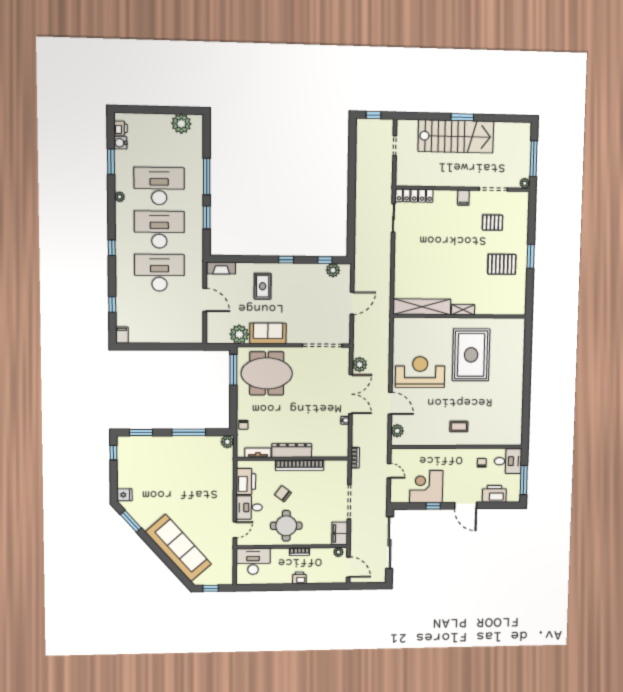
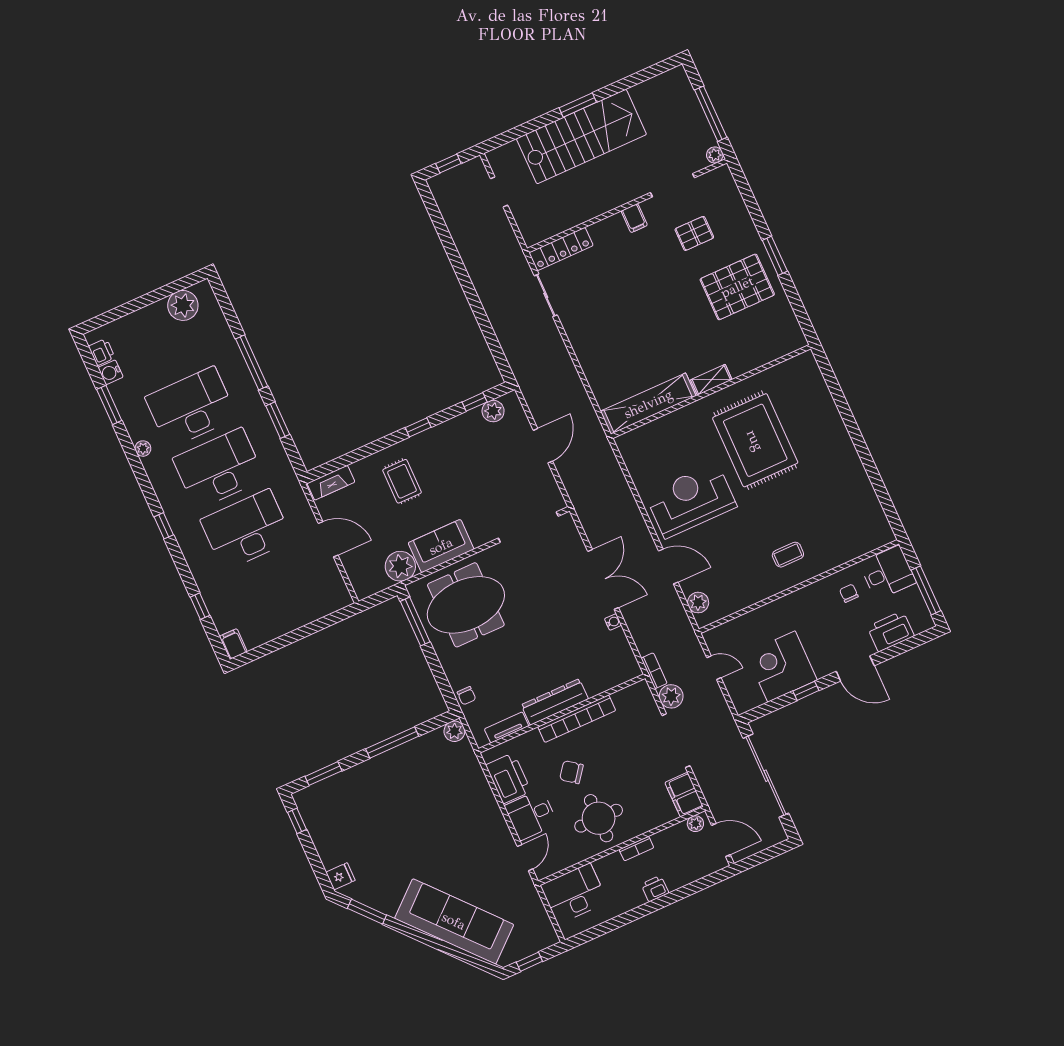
pallet: (502, 264) -> (737, 287), width x1.37, depth x1.41
plant: (360, 365) -> (671, 696), moved

